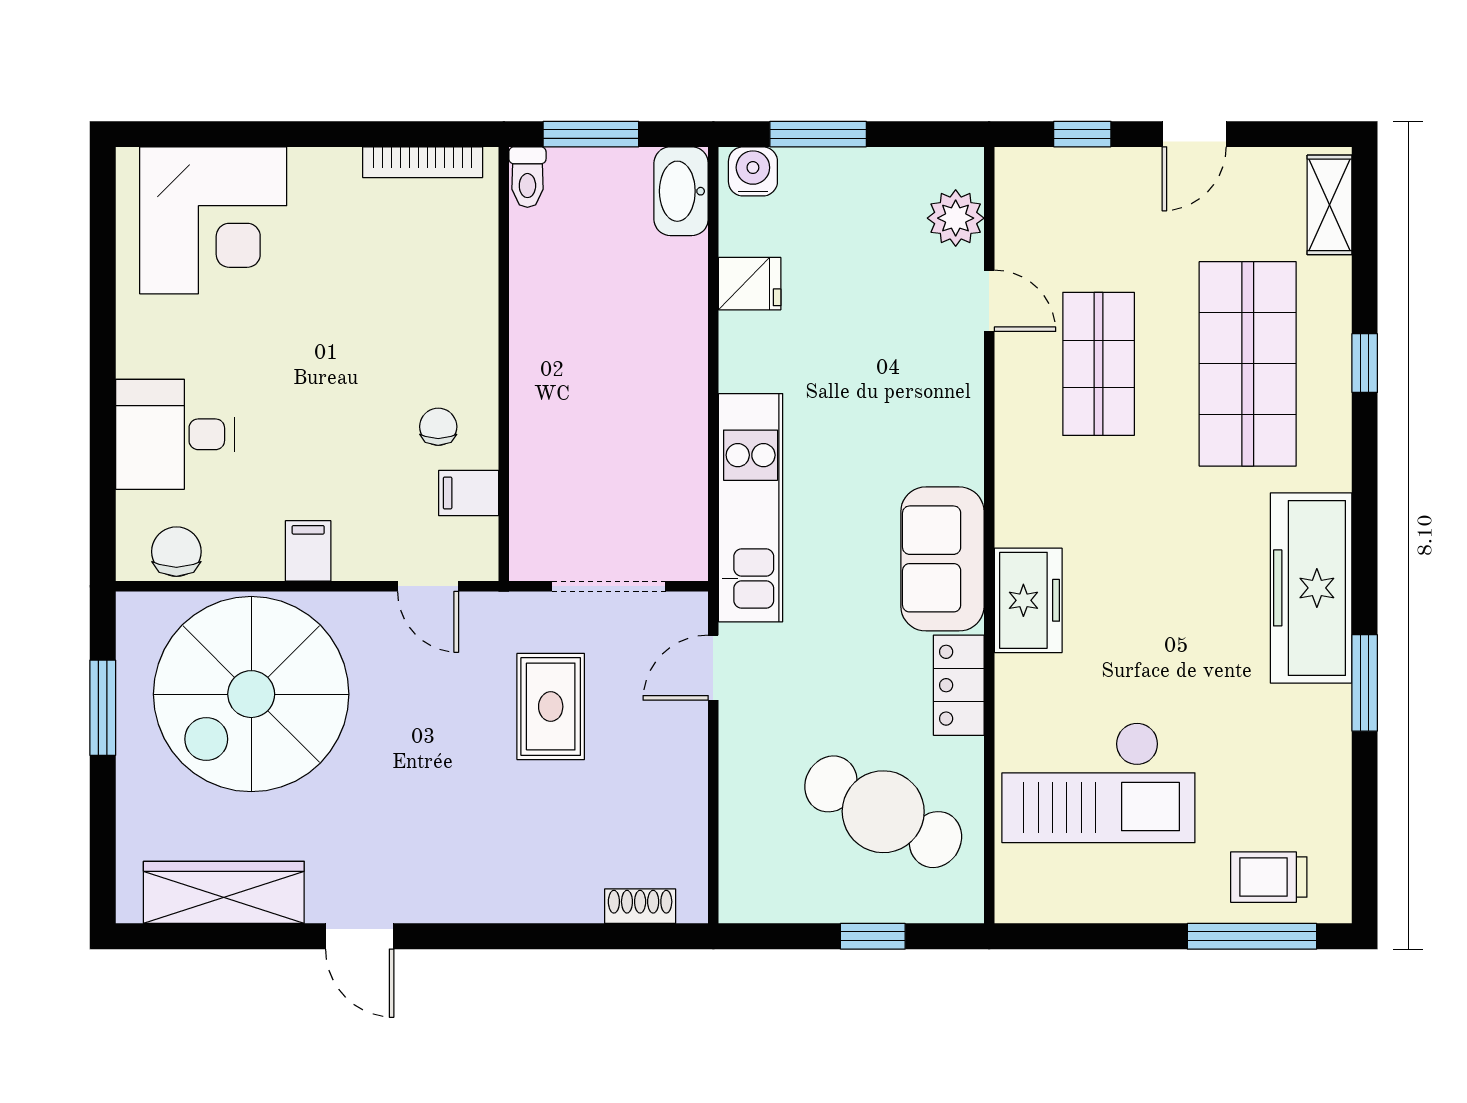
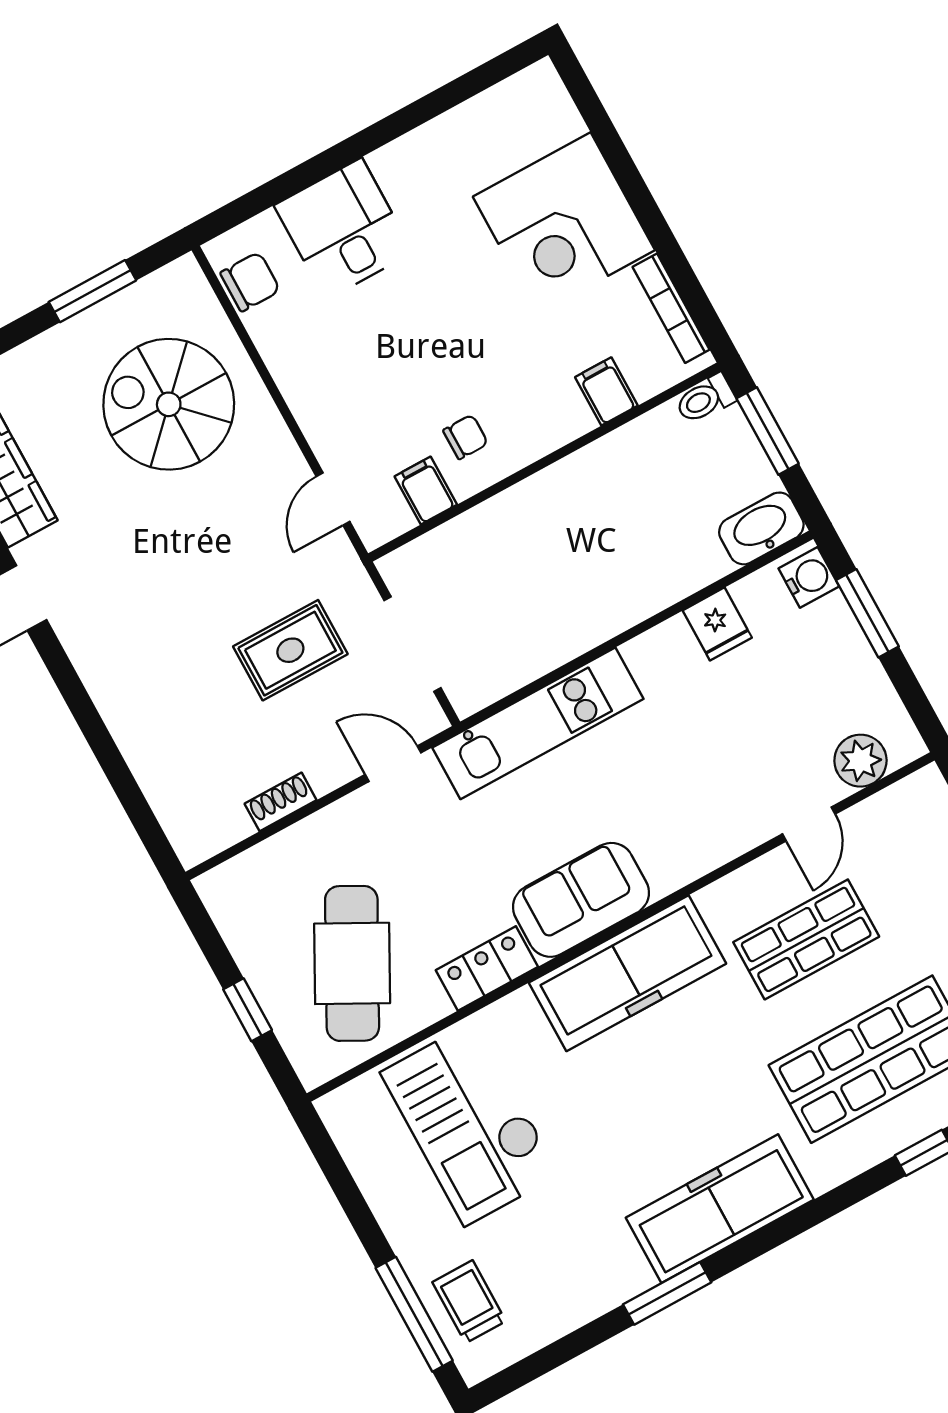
corner desk: (213, 220) -> (564, 223), moved
filing cabinet: (308, 551) -> (606, 391), moved, turned -90
freezer: (1028, 600) -> (627, 973), width x1.91, depth x1.26
spiral stairs: (251, 694) -> (169, 404), width x0.73, depth x0.73
shoe rack: (640, 906) -> (281, 802), moved, turned -90

